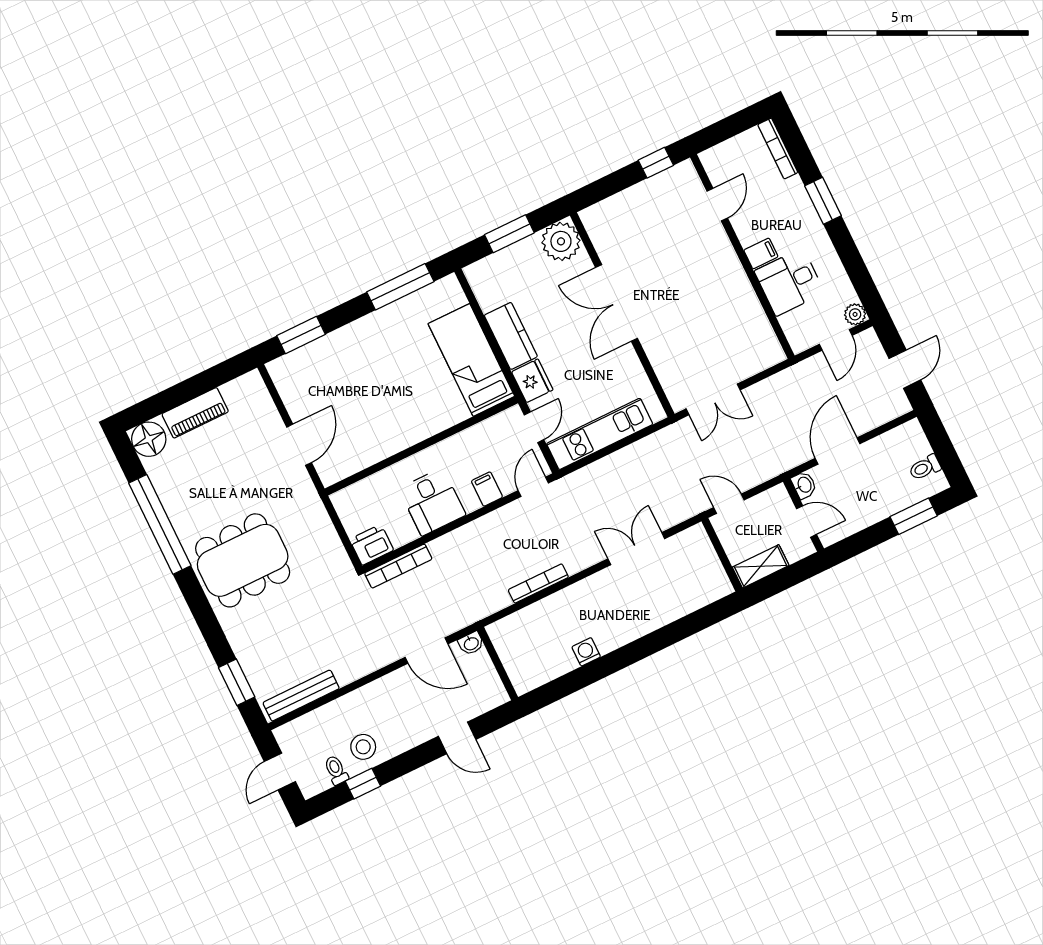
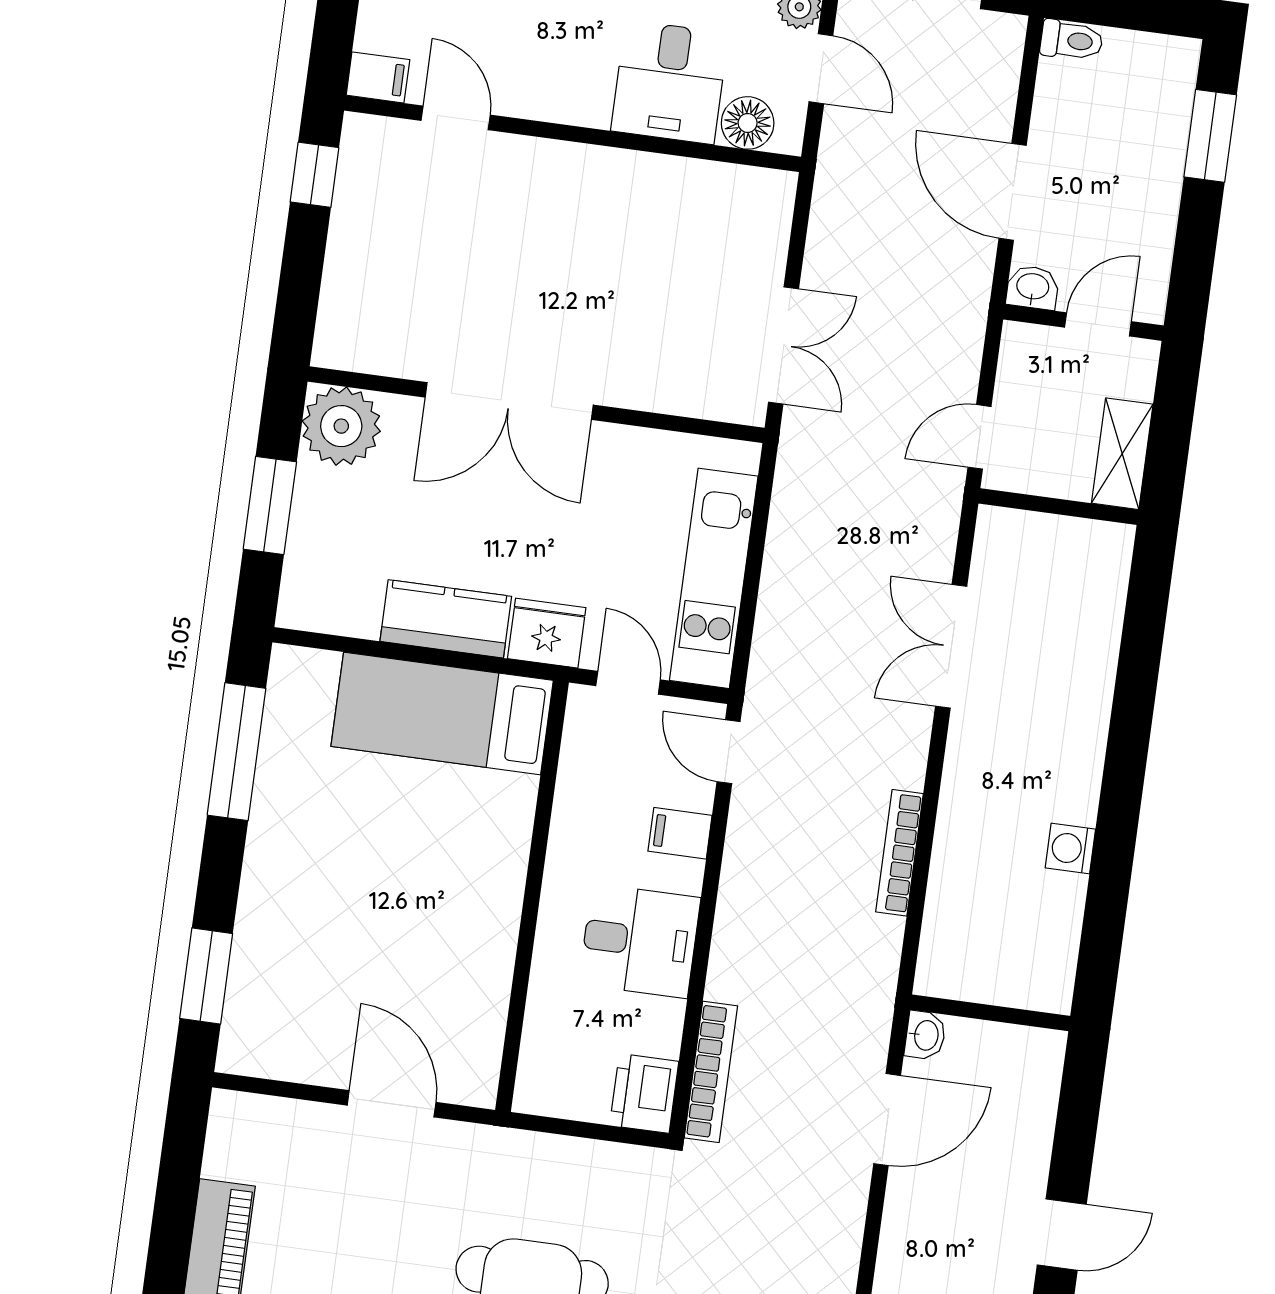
filing cabinet: (761, 253) -> (378, 77), moved, turned 90
floor lamp: (794, 325) -> (748, 123), added
toilet: (925, 467) -> (1072, 40), moved, turned -90
door: (457, 738) -> (1062, 1235), moved

